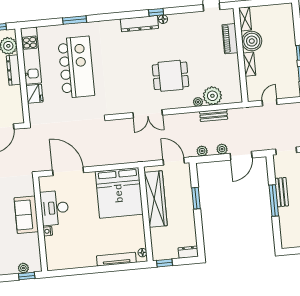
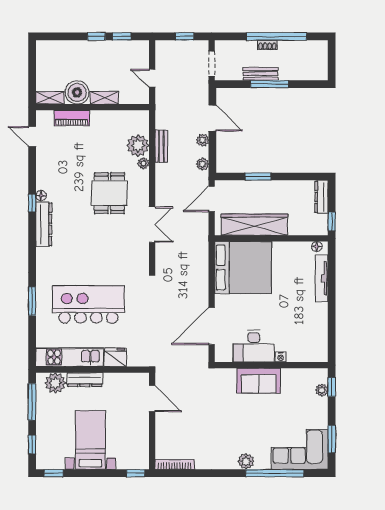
dresser: (188, 252) -> (321, 197), width x1.44

